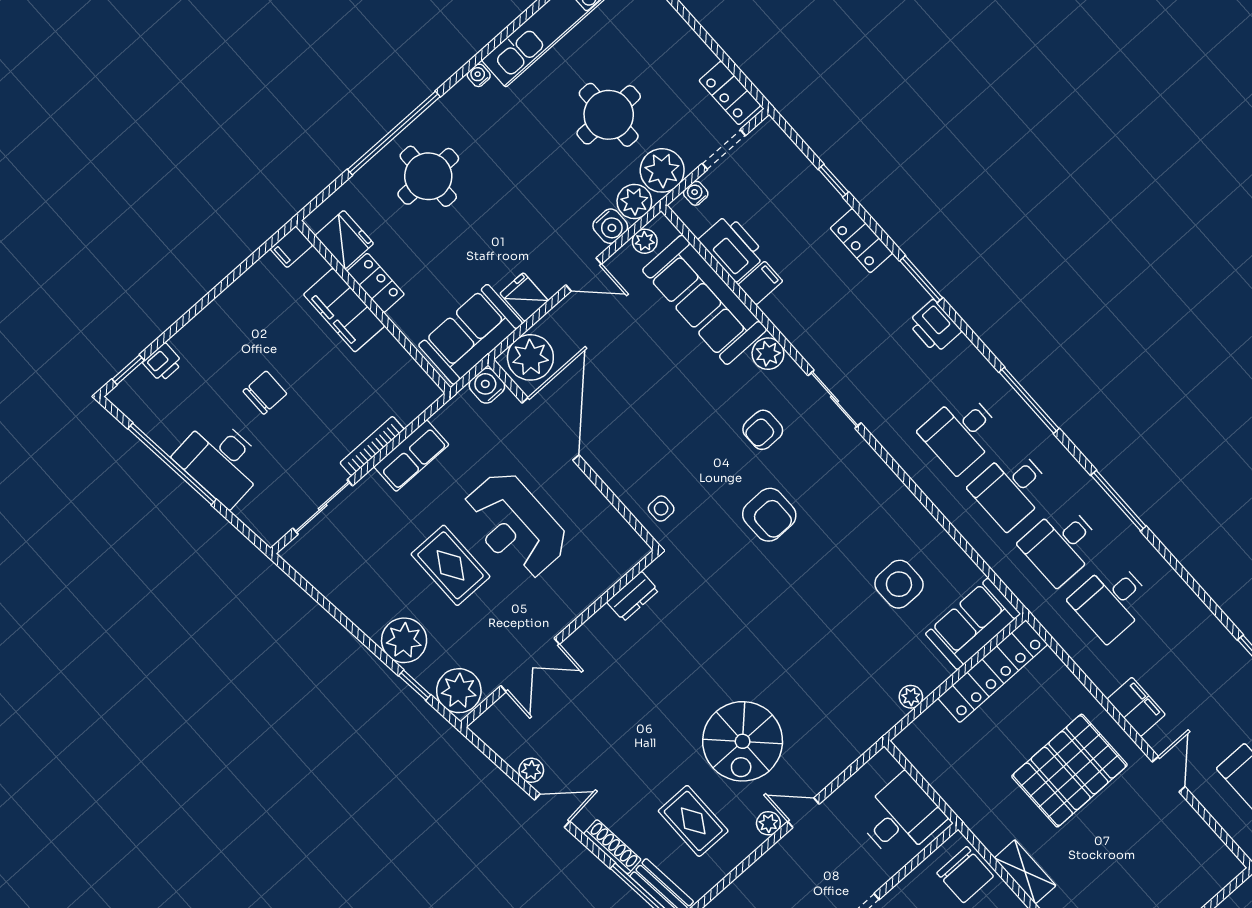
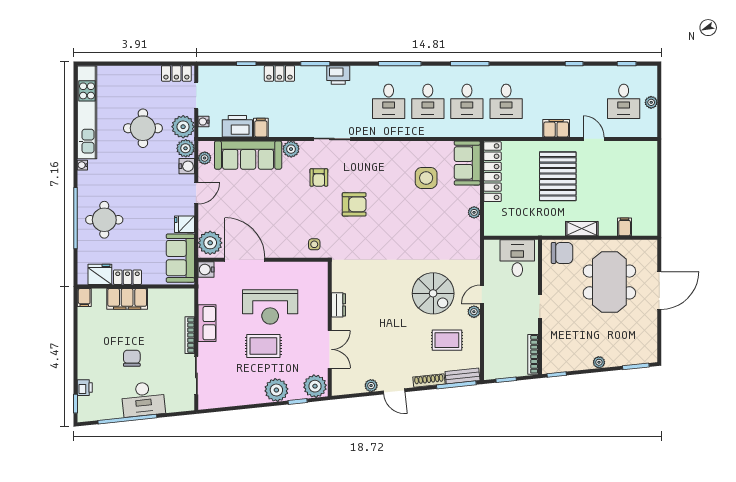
dresser: (633, 596) -> (338, 305), moved
door: (552, 811) -> (394, 391), swing flipped

